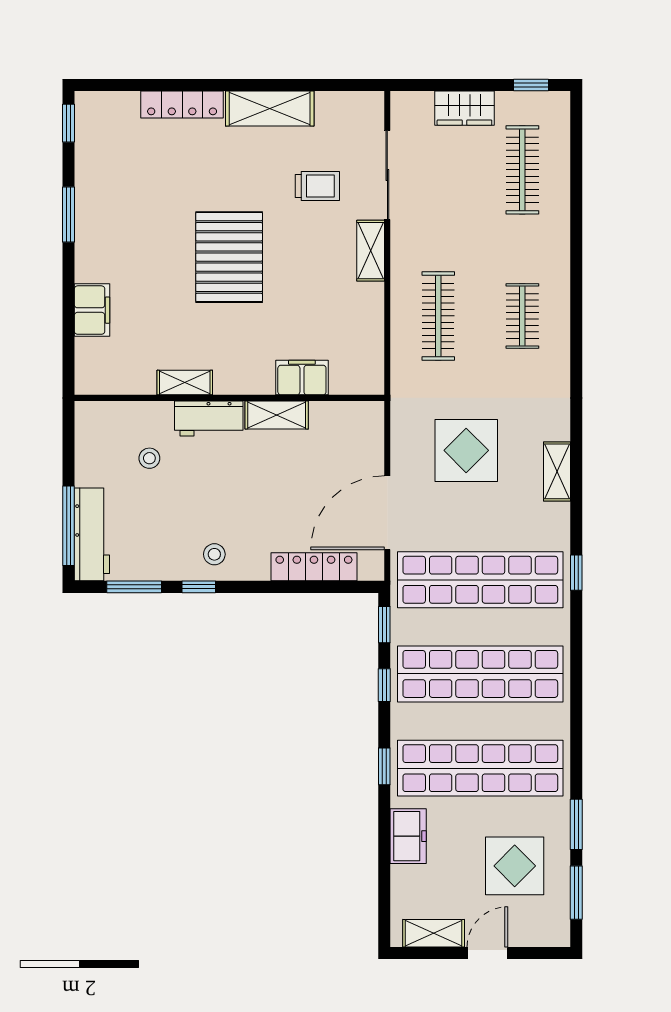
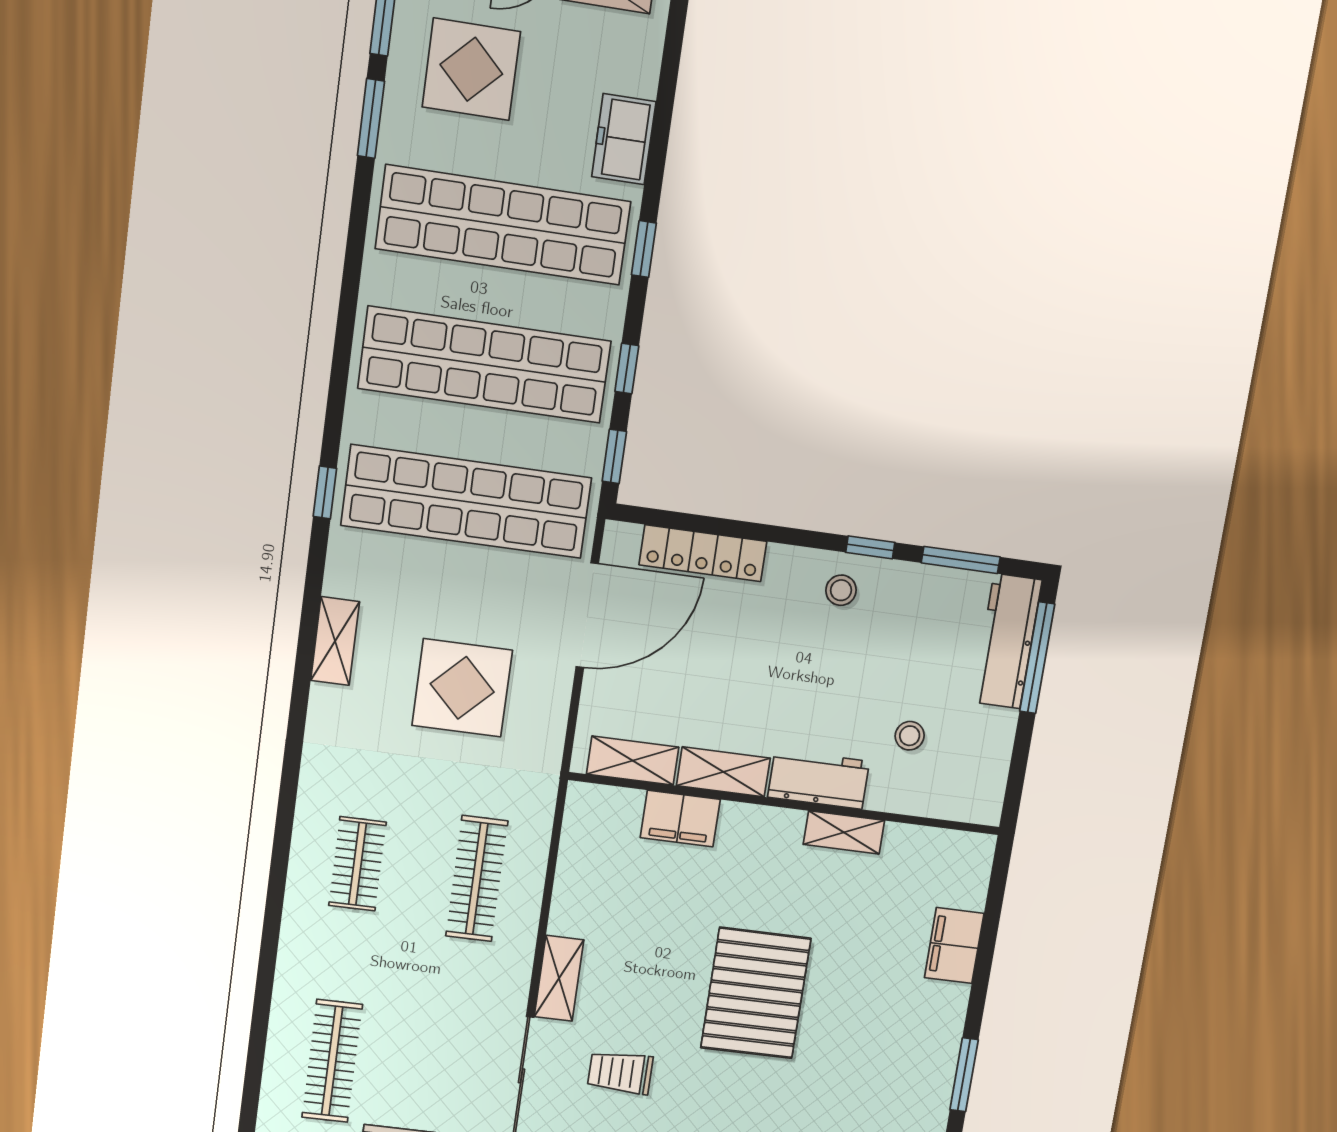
shelving: (341, 415) -> (633, 761), added

